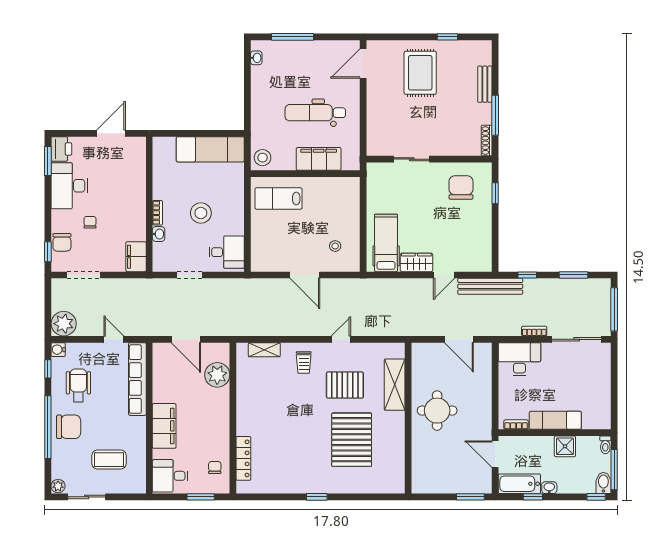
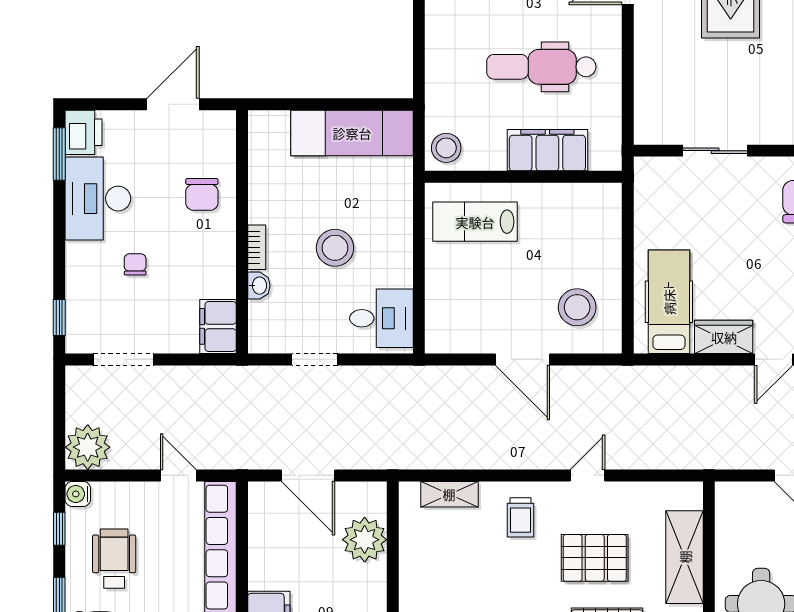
chair: (62, 242) -> (202, 194), moved
stool: (335, 246) -> (577, 307), width x1.89, depth x1.89

